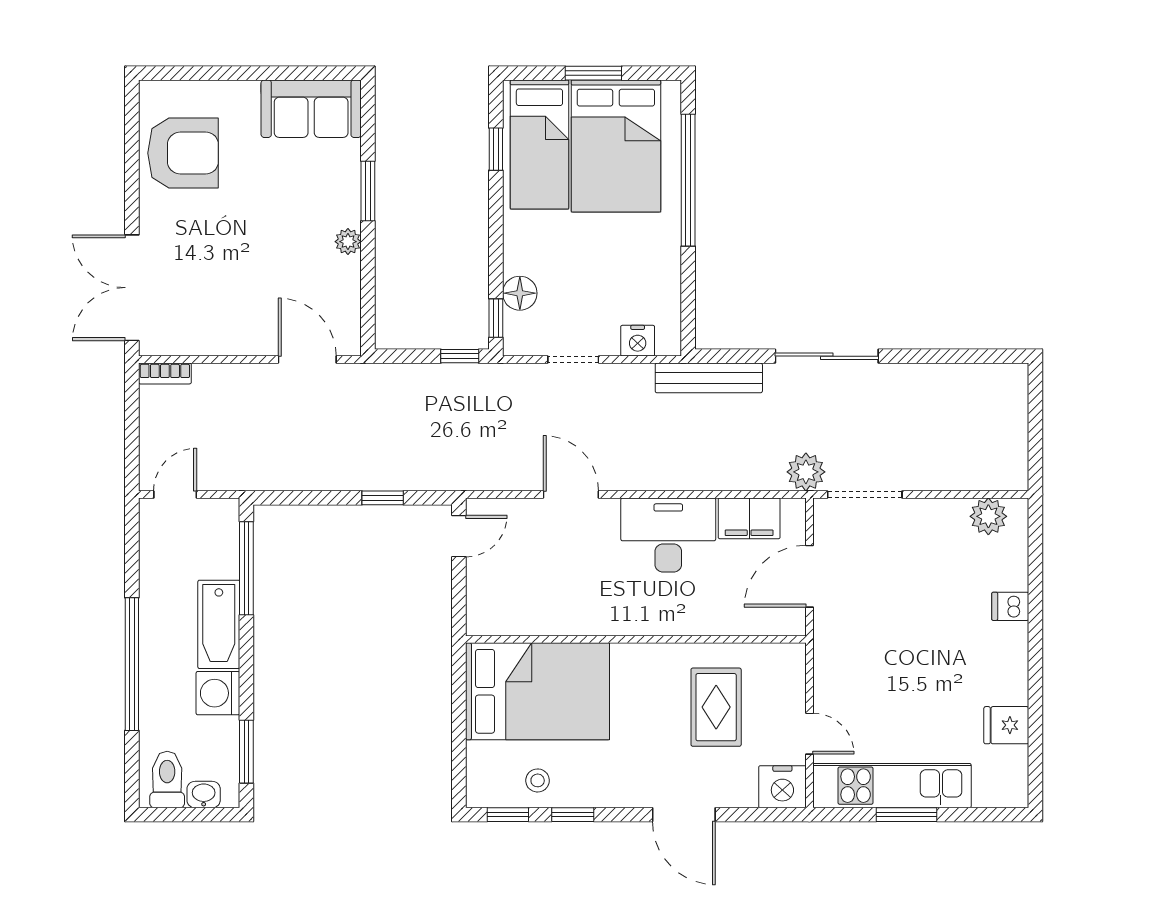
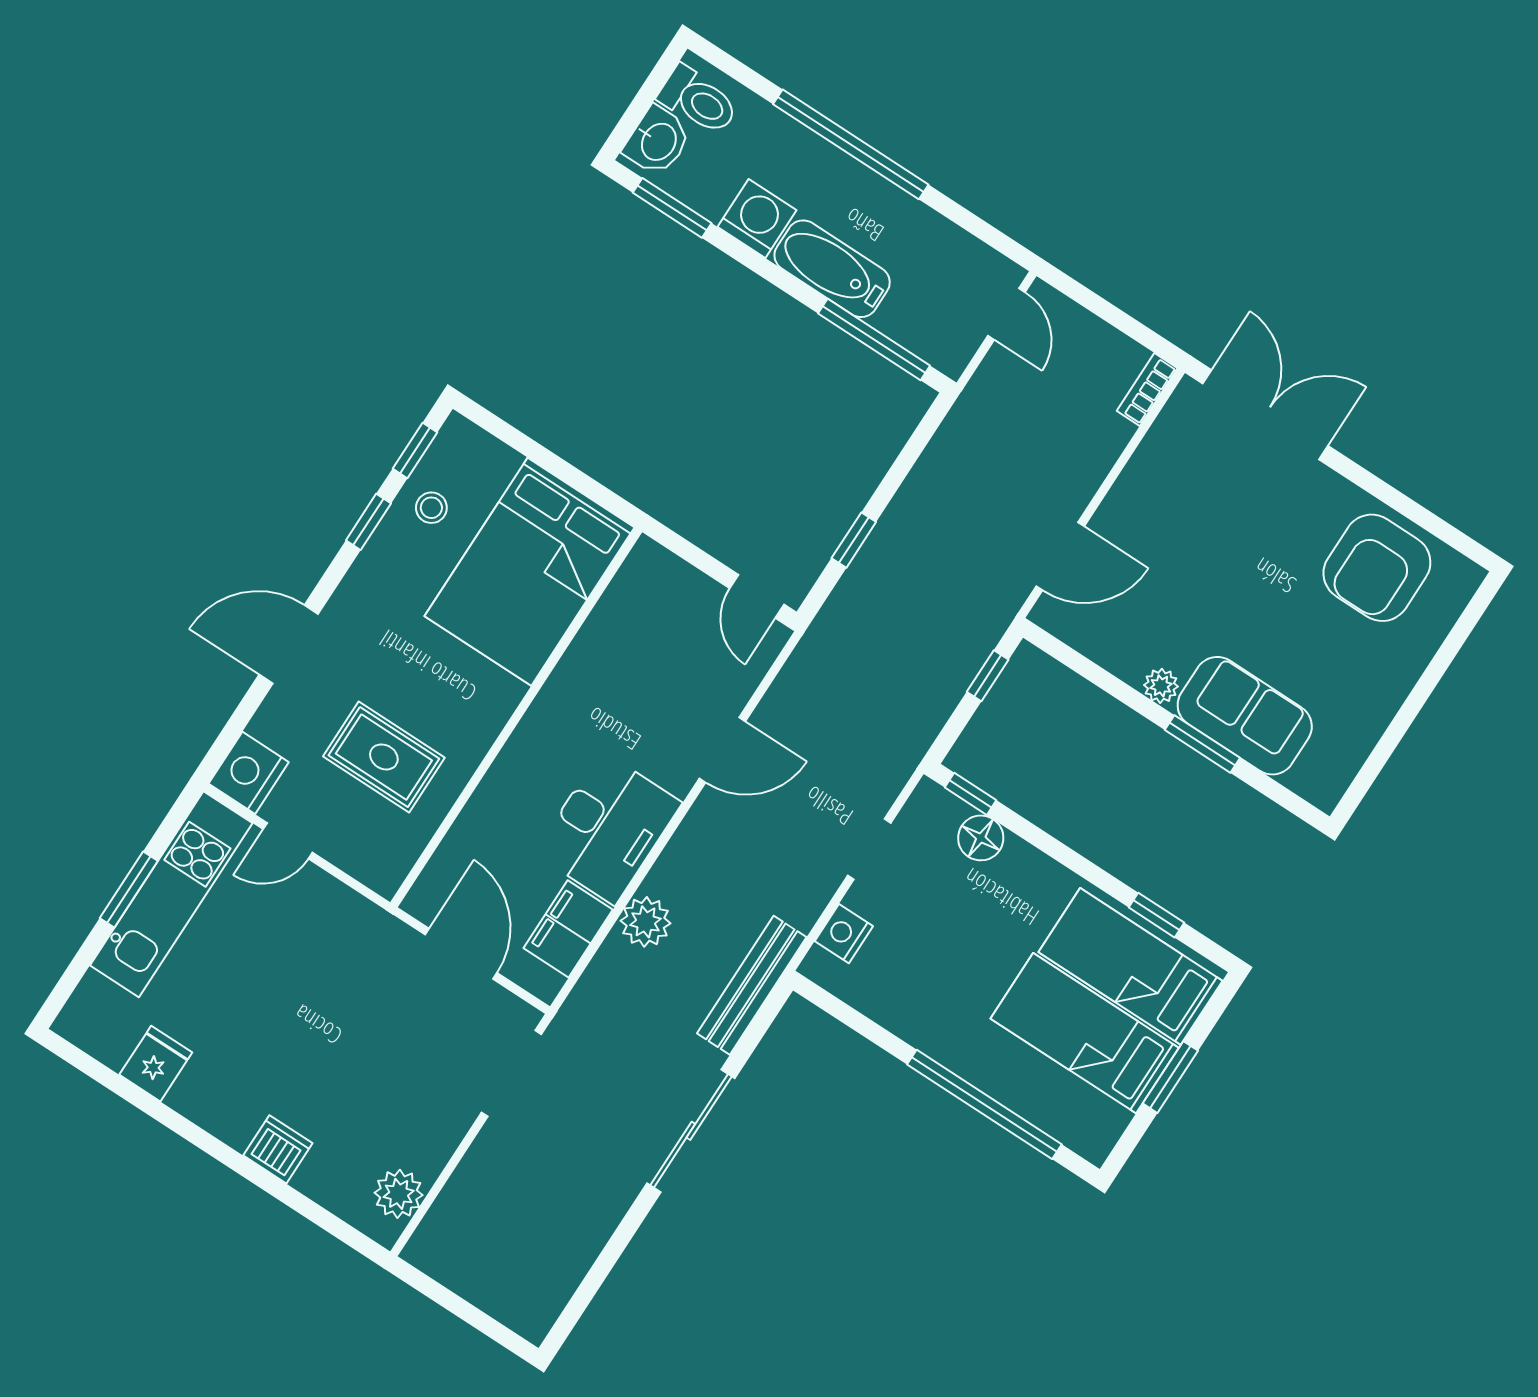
sofa: (311, 109) -> (1245, 716), moved, turned 90
bed: (616, 146) -> (1085, 1033), width x0.67
window: (460, 356) -> (988, 676), moved
plant: (806, 472) -> (645, 922), moved
dishwasher: (1010, 606) -> (278, 1149), width x1.38
washbasin: (204, 795) -> (658, 141), width x1.38, depth x1.45

